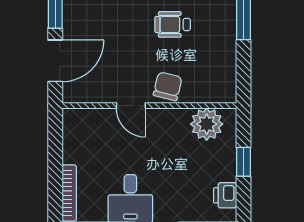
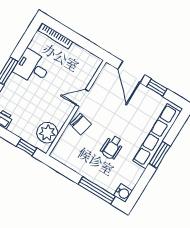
wheelchair: (173, 24) -> (112, 147), turned 180
window: (243, 162) -> (26, 147), moved

